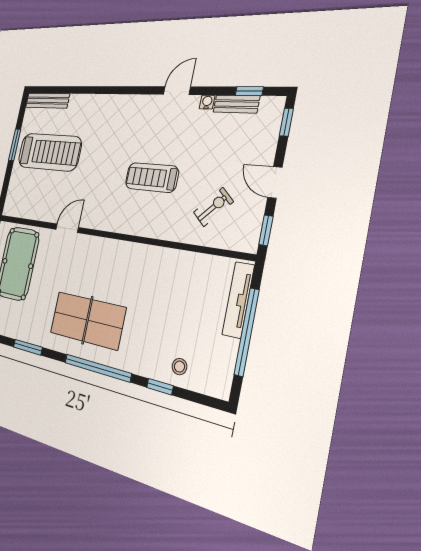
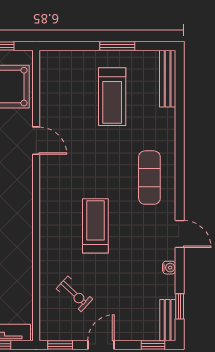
bench: (236, 104) -> (168, 320), moved
exercise mat: (121, 120) -> (149, 178), added
treadmill: (49, 152) -> (112, 97), width x0.73, depth x0.73

